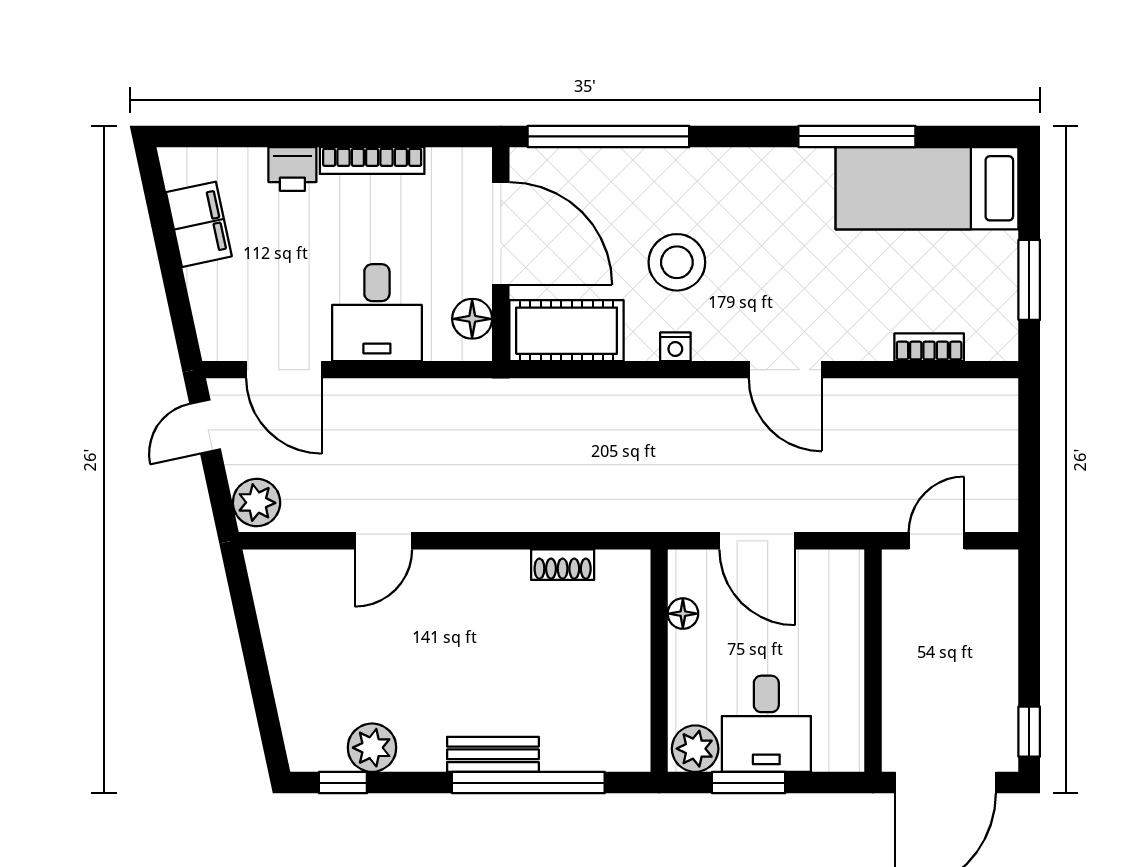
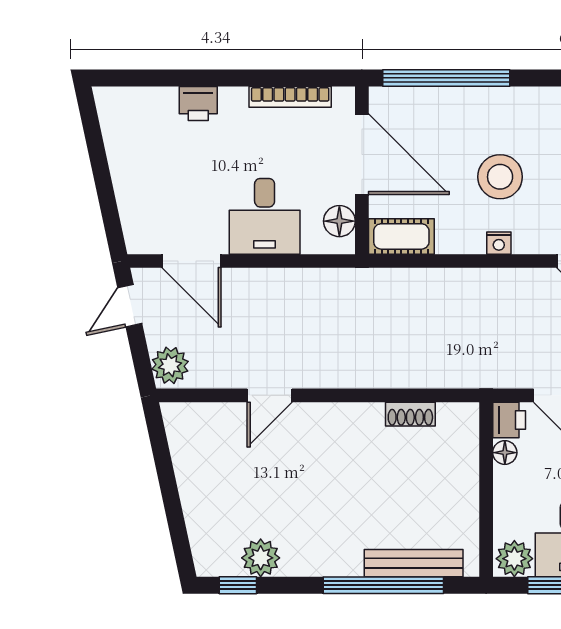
bookcase: (372, 161) -> (290, 97), moved
filing cabinet: (199, 224) -> (125, 147), removed
cot: (567, 331) -> (401, 236), width x0.73, depth x0.75
printer: (688, 572) -> (509, 420), added
bench: (493, 754) -> (414, 563), moved, width x1.36

